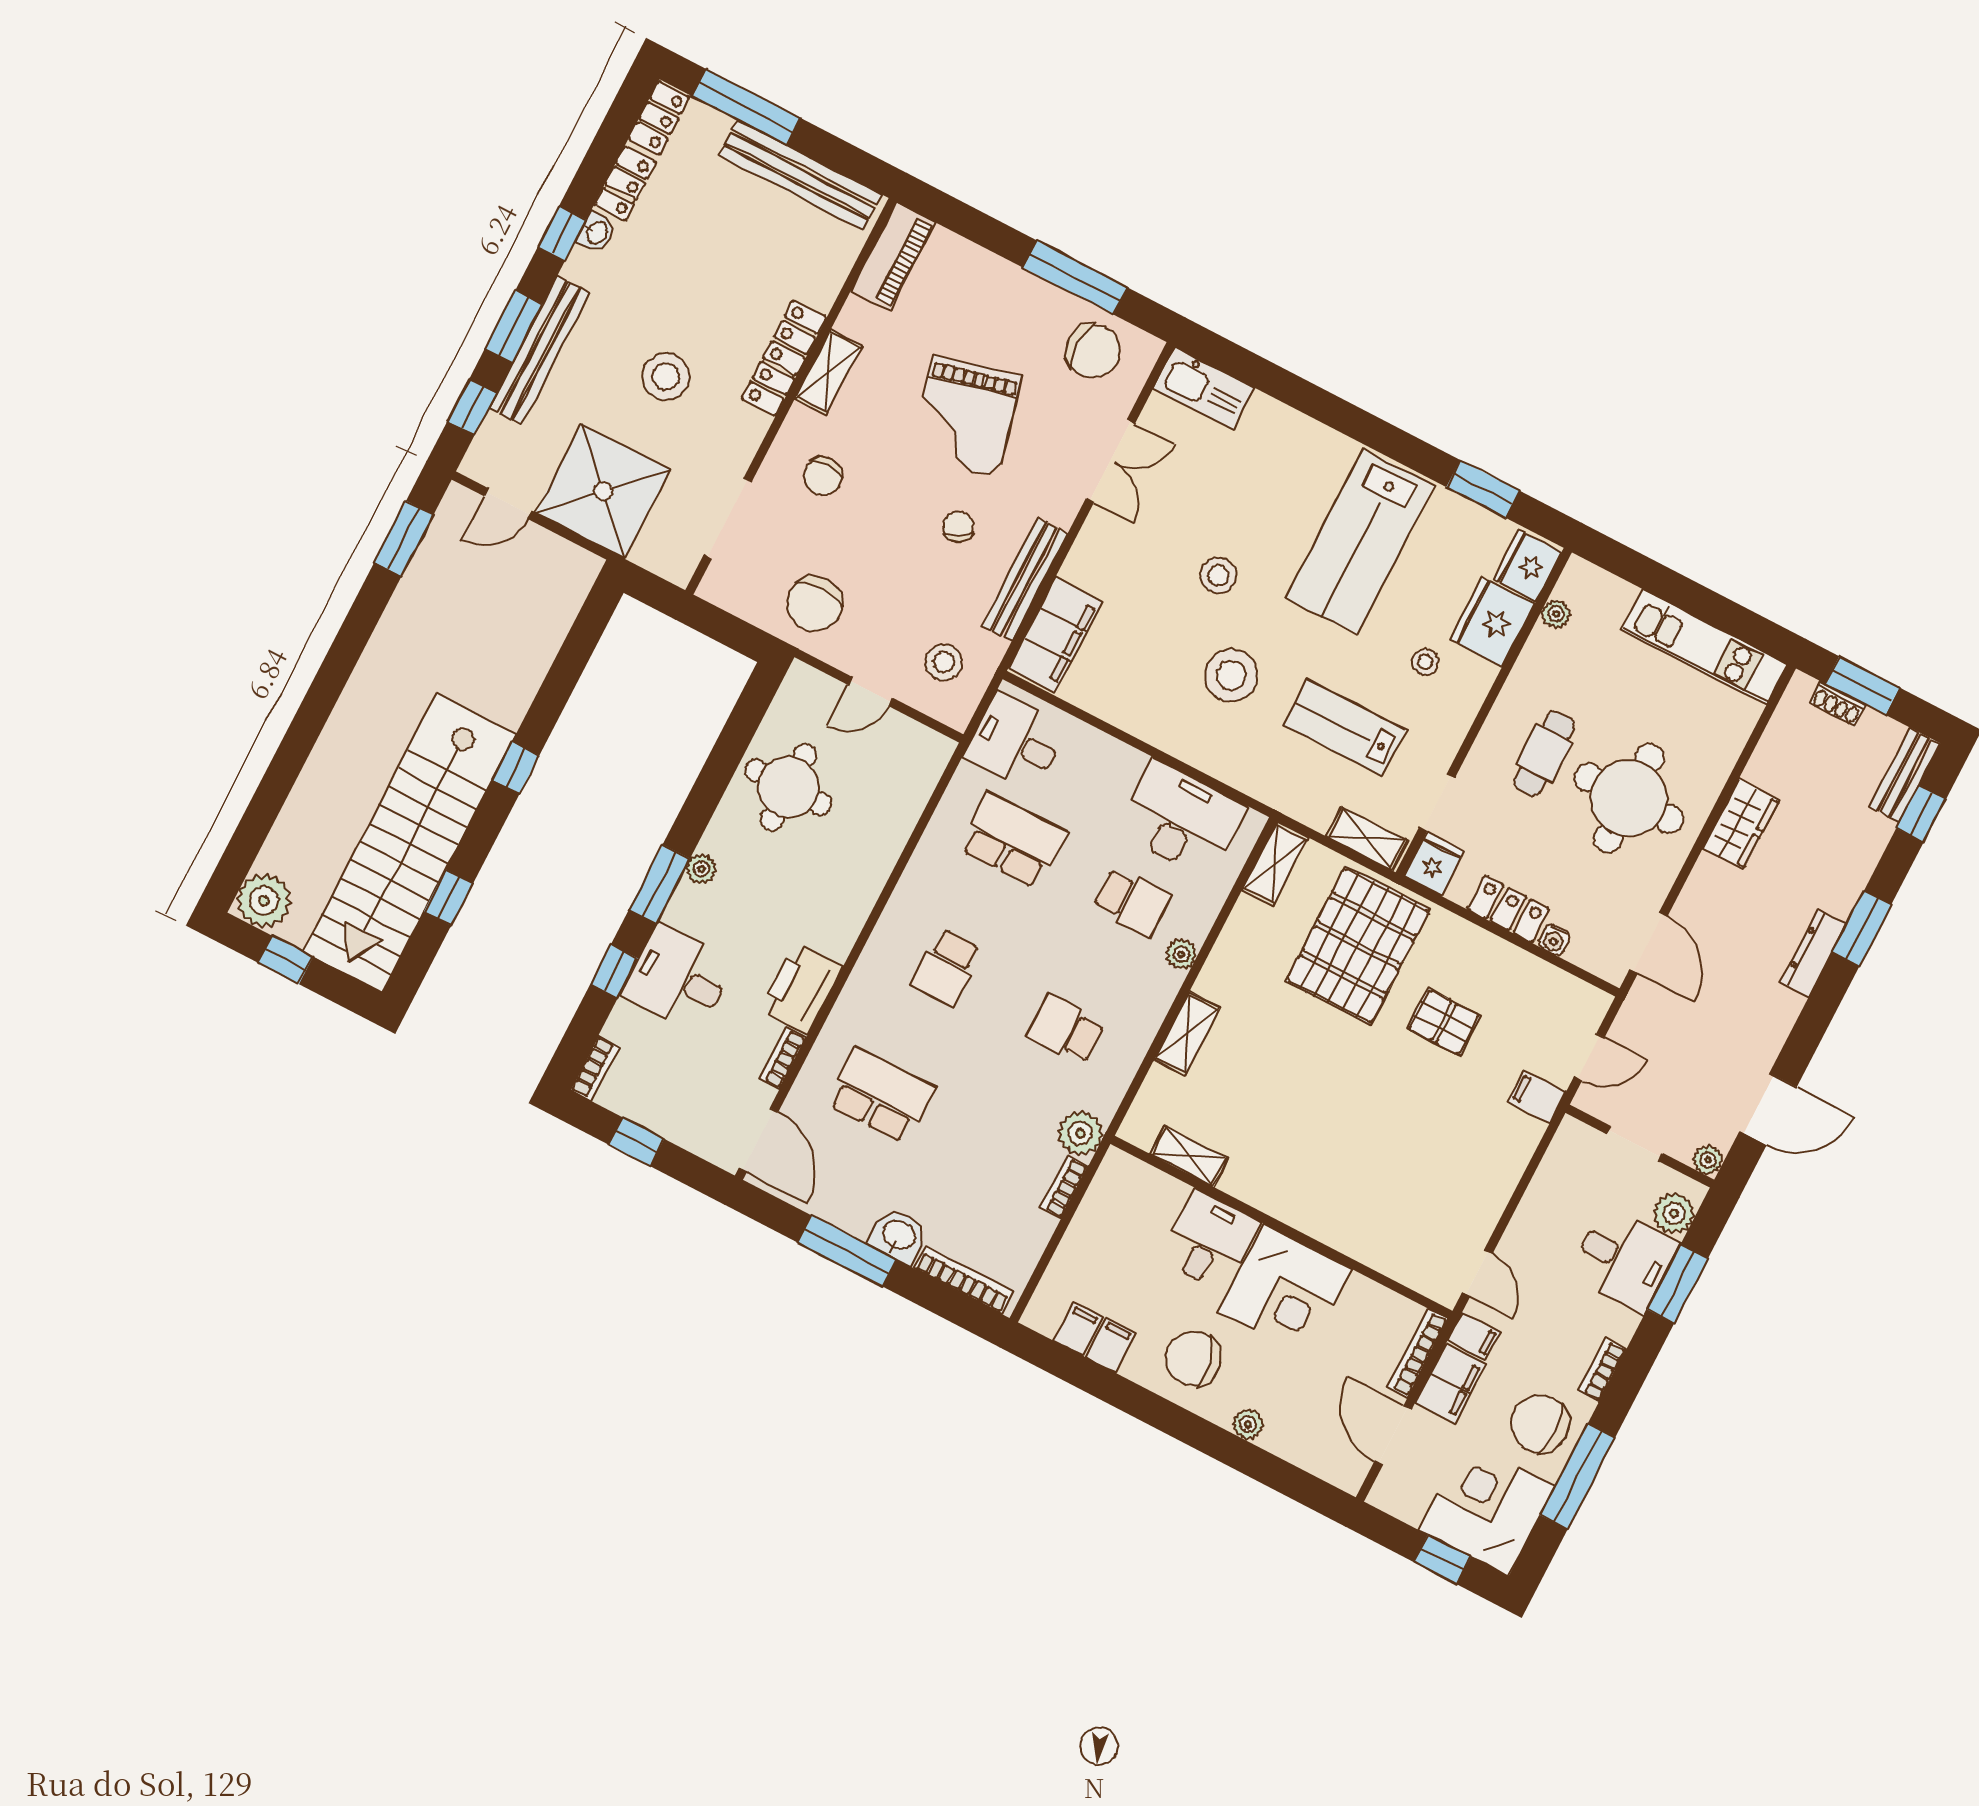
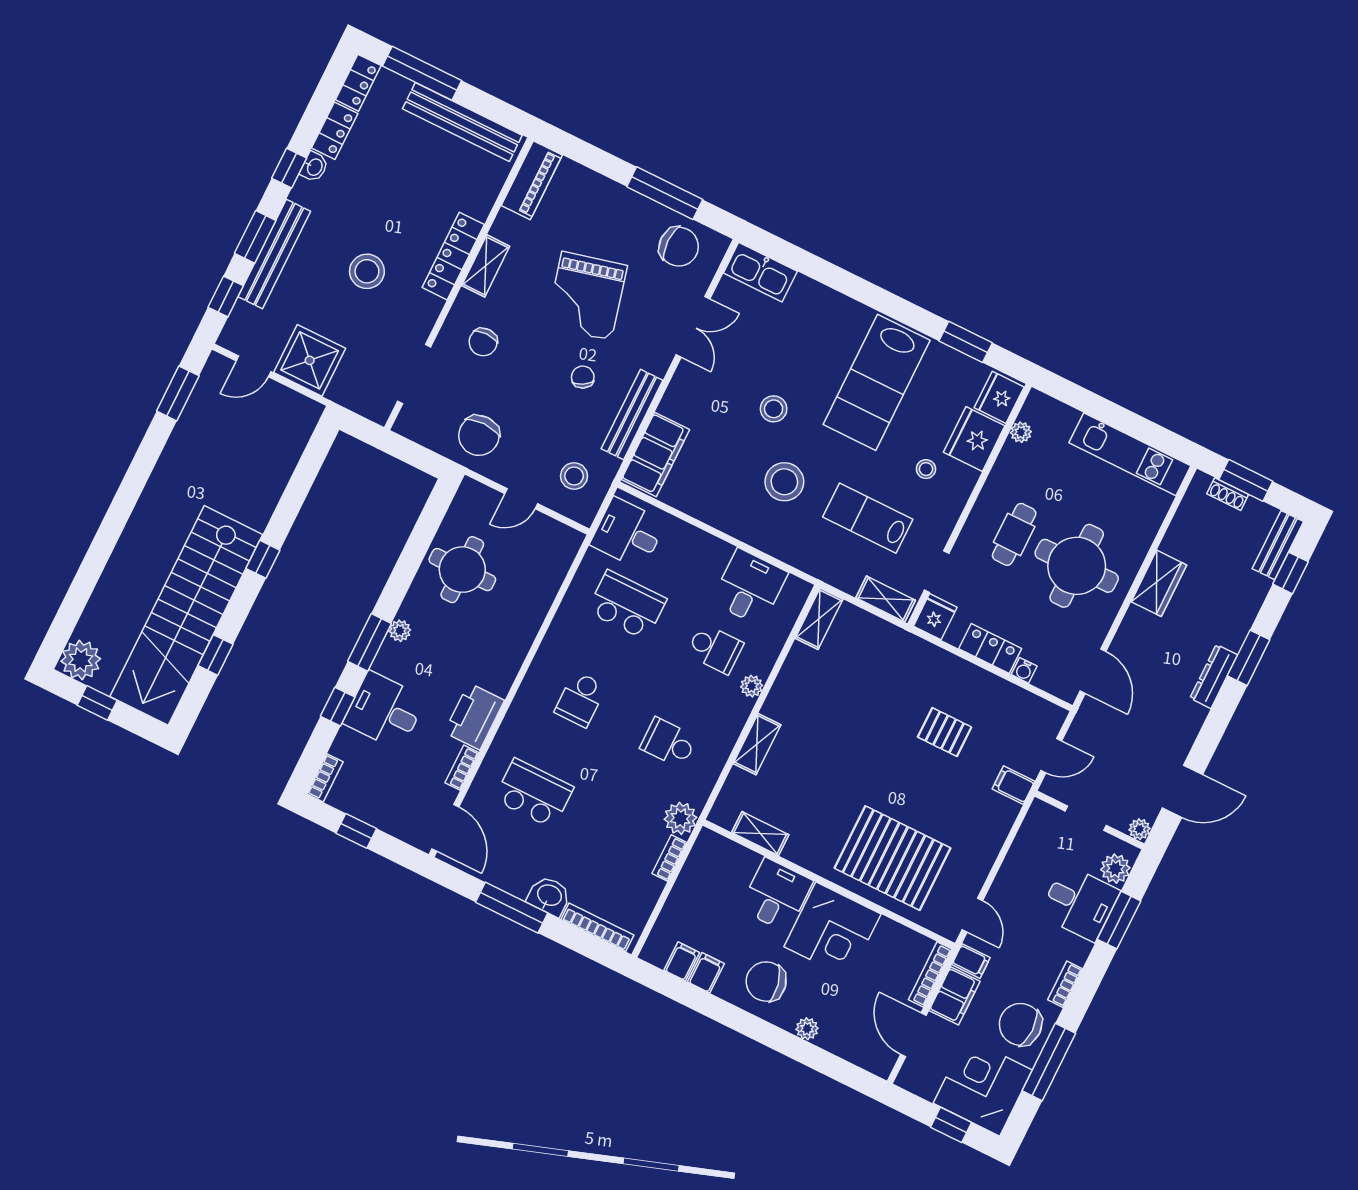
shower: (603, 491) -> (310, 360), width x0.73, depth x0.73
desk: (1181, 819) -> (750, 587), width x0.73
pallet: (1358, 946) -> (892, 858), moved, turned 90

